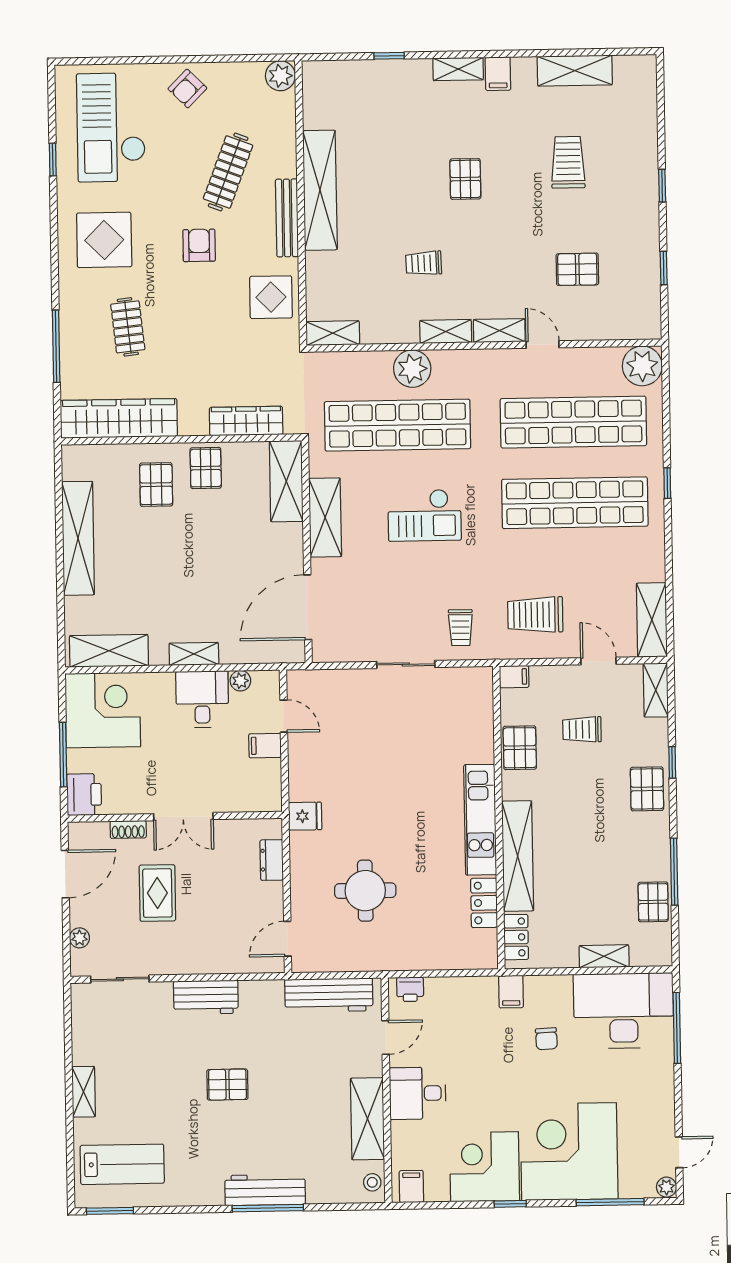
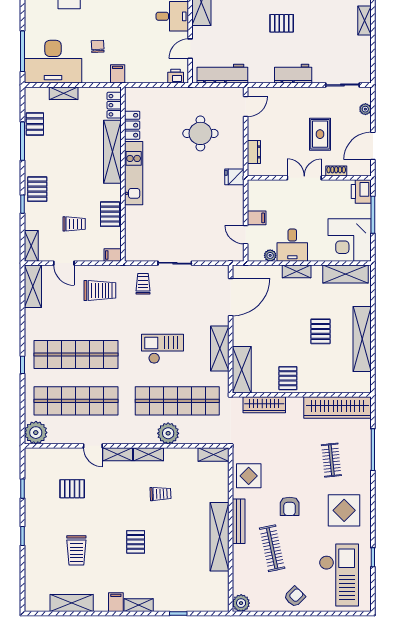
clothes rail: (228, 172) -> (272, 548), turned -33
pallet: (156, 485) -> (320, 331), moved

